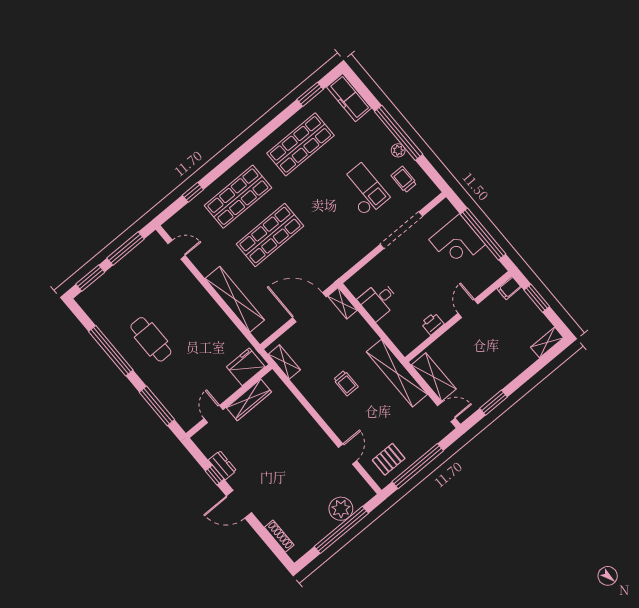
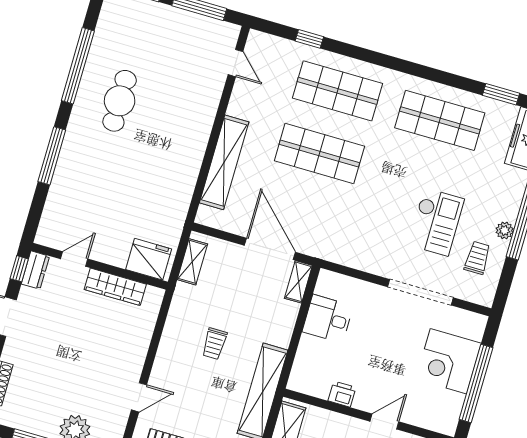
fridge: (246, 367) -> (149, 259), moved
wardrobe: (249, 400) -> (115, 287), moved
wall: (229, 401) -> (99, 266), moved
door: (214, 414) -> (74, 259), moved

